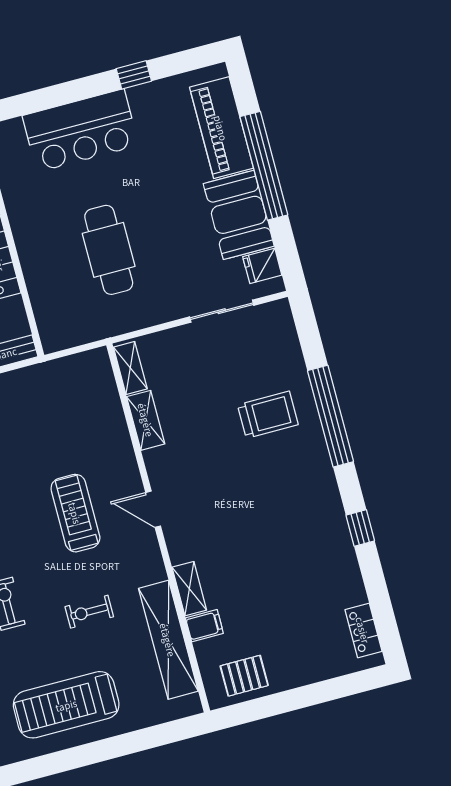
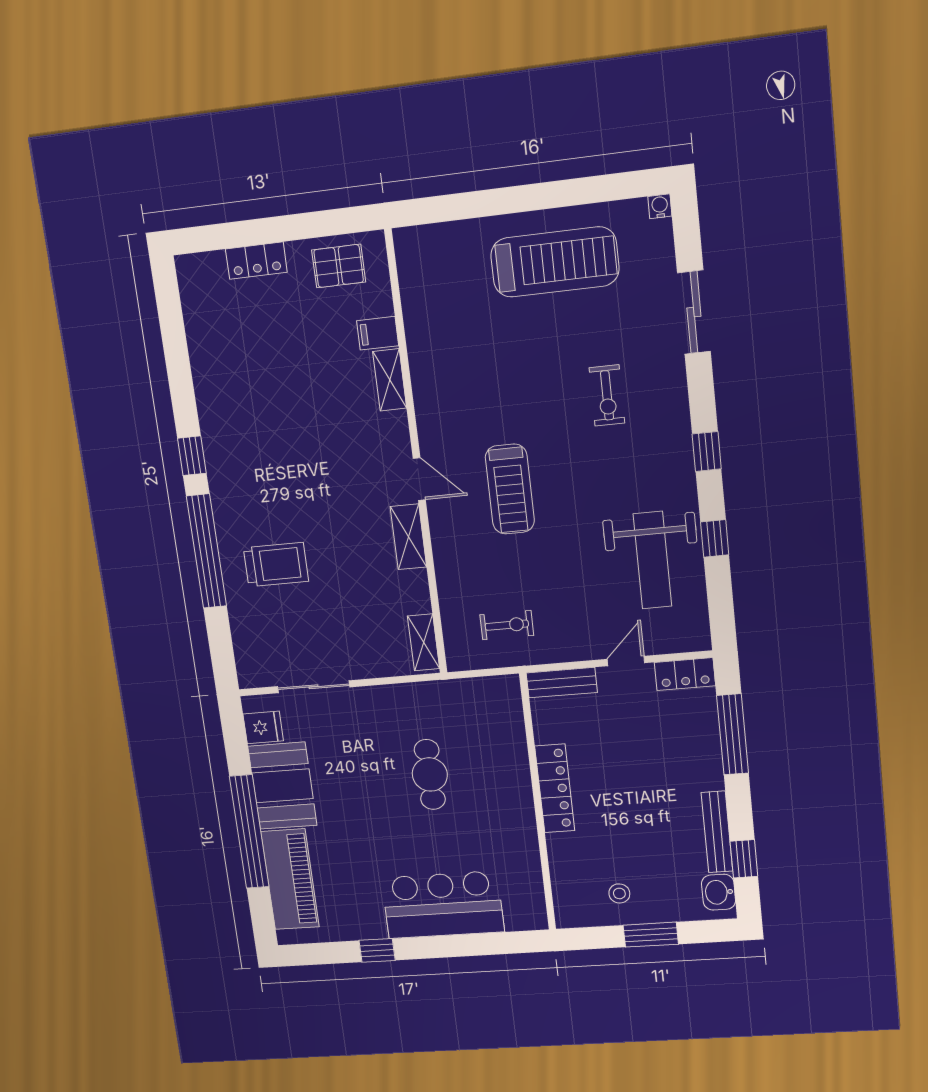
cafe table: (109, 250) -> (430, 774), width x0.73, depth x0.74
trolley: (268, 415) -> (276, 565), turned 180
shelving: (146, 420) -> (408, 537), moved
window: (360, 528) -> (192, 456), moved
exercise bike: (89, 612) -> (507, 625), moved
locker: (363, 630) -> (256, 261), moved, turned 90
shelving: (168, 640) -> (422, 323), removed

